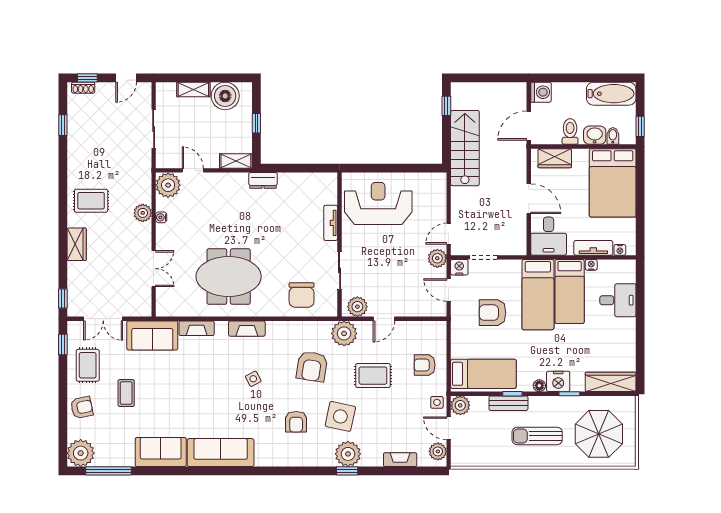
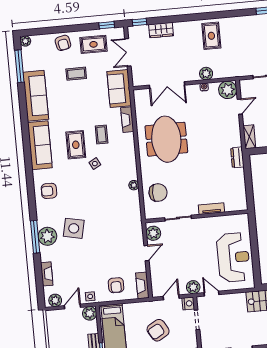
reception desk: (378, 203) -> (233, 257), moved
wardrobe: (77, 244) -> (161, 30), moved
double door: (154, 269) -> (167, 85), width x1.37
chair: (302, 295) -> (158, 193), turned 180
armchair: (493, 313) -> (158, 330), turned -120
door: (384, 319) -> (146, 253), swing flipped
fireplace: (247, 329) -> (142, 285), moved
plant: (344, 333) -> (134, 185), moved, width x0.53, depth x0.53
armchair: (425, 365) -> (116, 285), turned 180
coffee table: (214, 366) -> (102, 135), added
armchair: (312, 366) -> (108, 205), removed
rug: (373, 376) -> (76, 145), moved
armchair: (296, 422) -> (49, 191), moved
sofa: (161, 452) -> (36, 96), width x1.36
plant: (81, 453) -> (25, 41), width x0.53, depth x0.53
window: (347, 471) -> (35, 237), width x2.17

